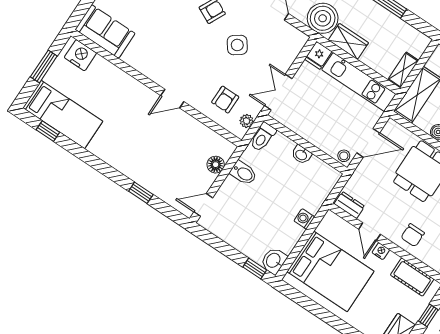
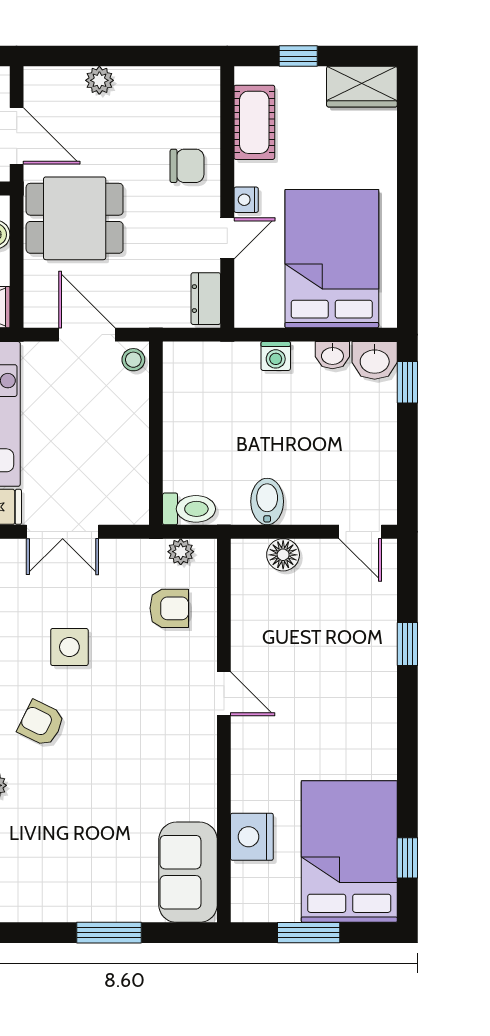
side table: (237, 45) -> (69, 647), turned 36
nightstand: (80, 55) -> (252, 837), moved
double door: (278, 92) -> (63, 532), moved
bed: (63, 115) -> (349, 852), width x1.50
washbasin: (301, 155) -> (332, 355), moved, turned 90

